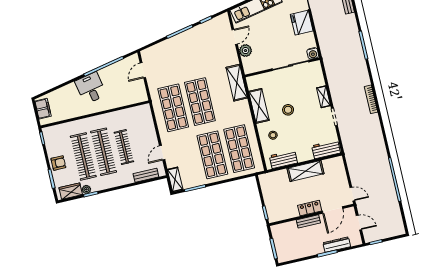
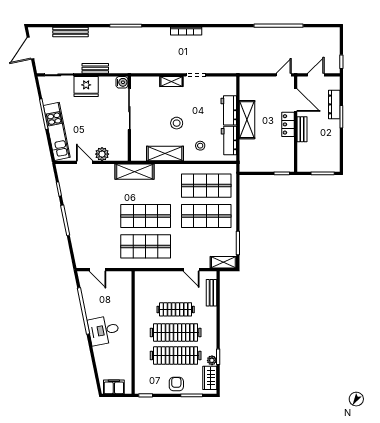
bench: (319, 27) -> (95, 68), added
workbench: (326, 149) -> (229, 110), moved

